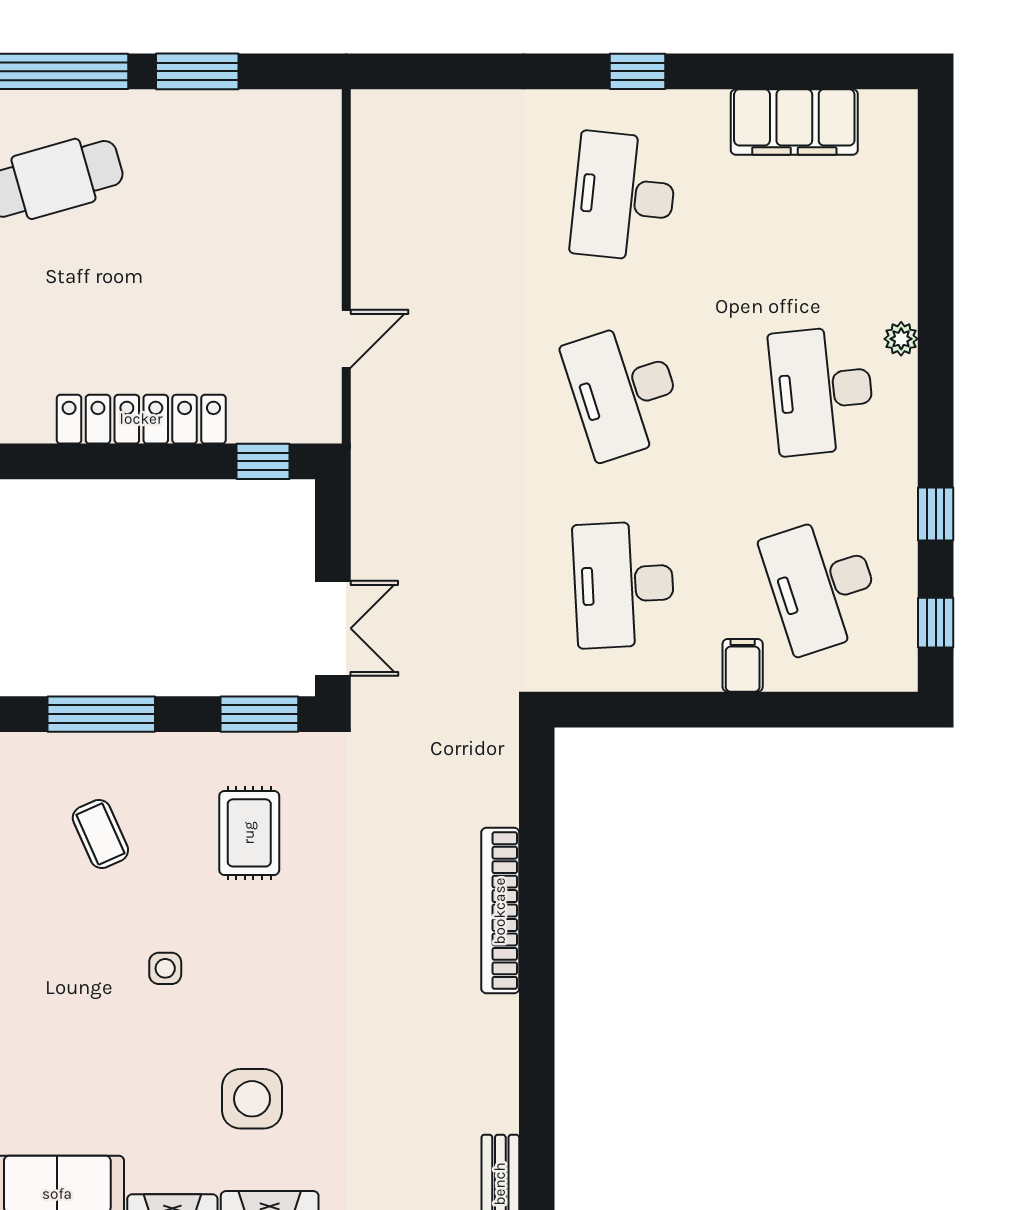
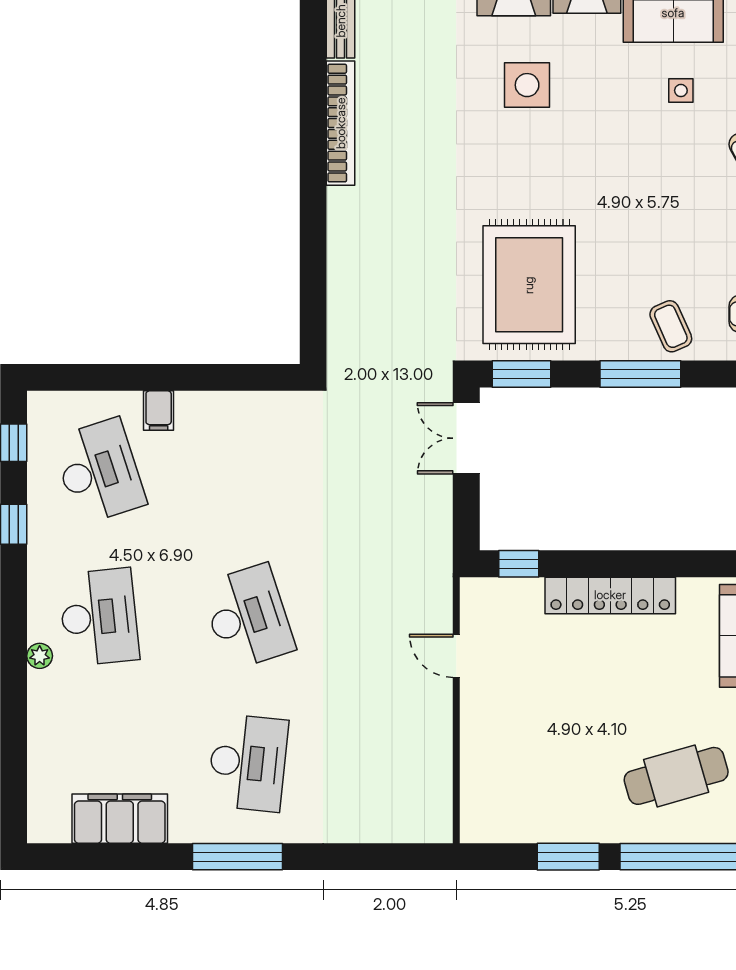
window: (637, 71) -> (238, 857), width x2.17
door: (346, 339) -> (456, 656), hinge flipped
desk: (624, 585) -> (248, 471), removed
rug: (249, 833) -> (529, 285), width x1.86, depth x2.06
coffee table: (100, 834) -> (671, 326), moved
bookcase: (500, 911) -> (341, 123), moved
side table: (165, 968) -> (681, 91), moved

